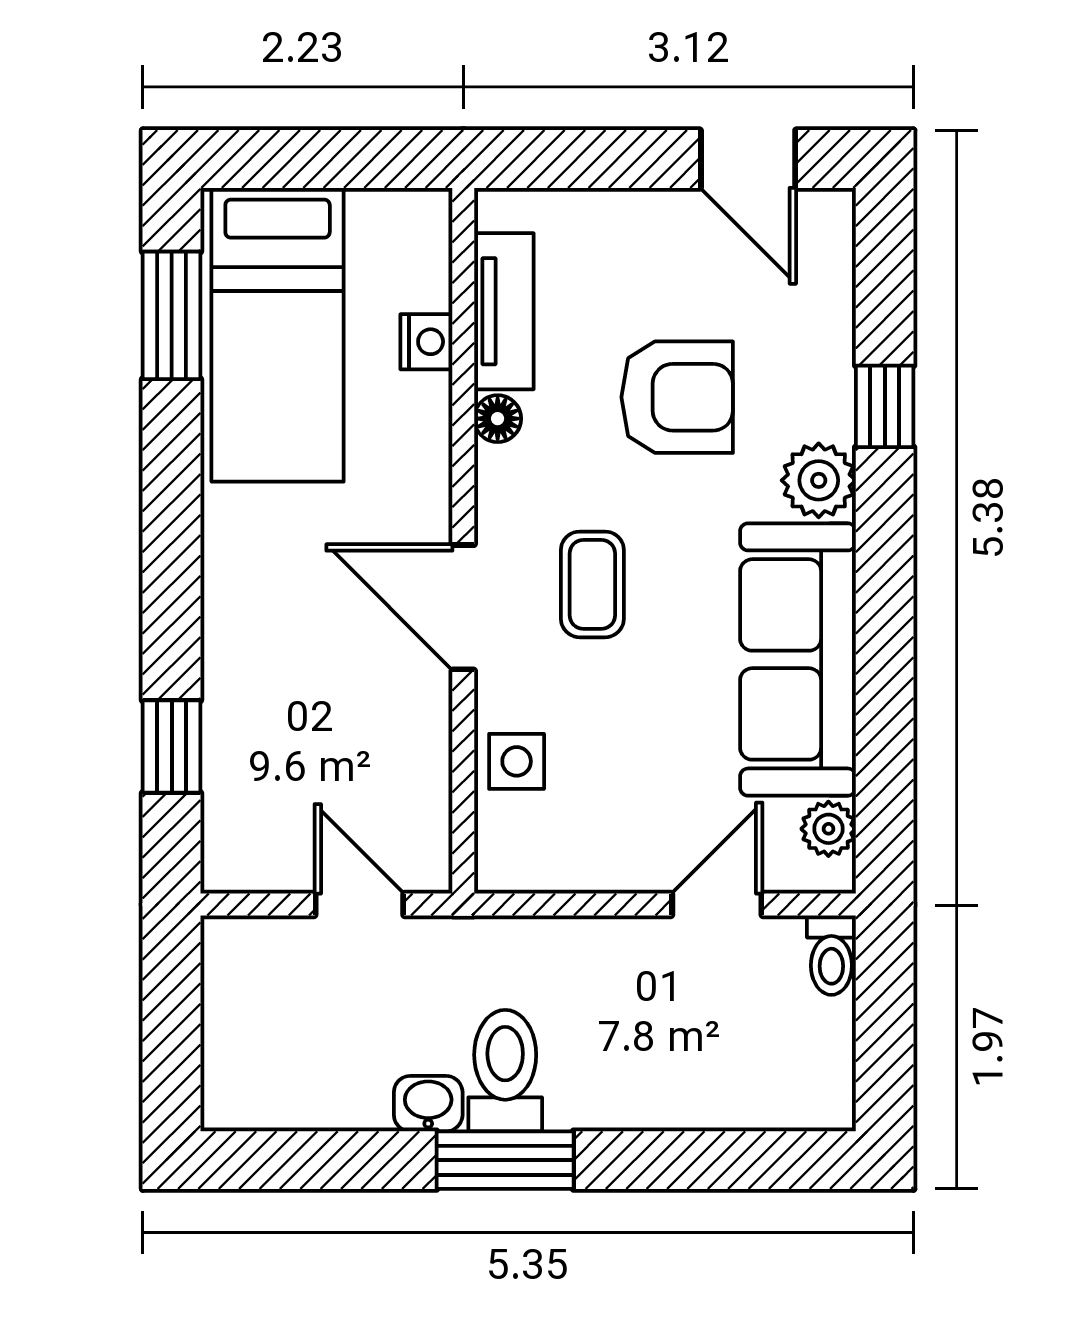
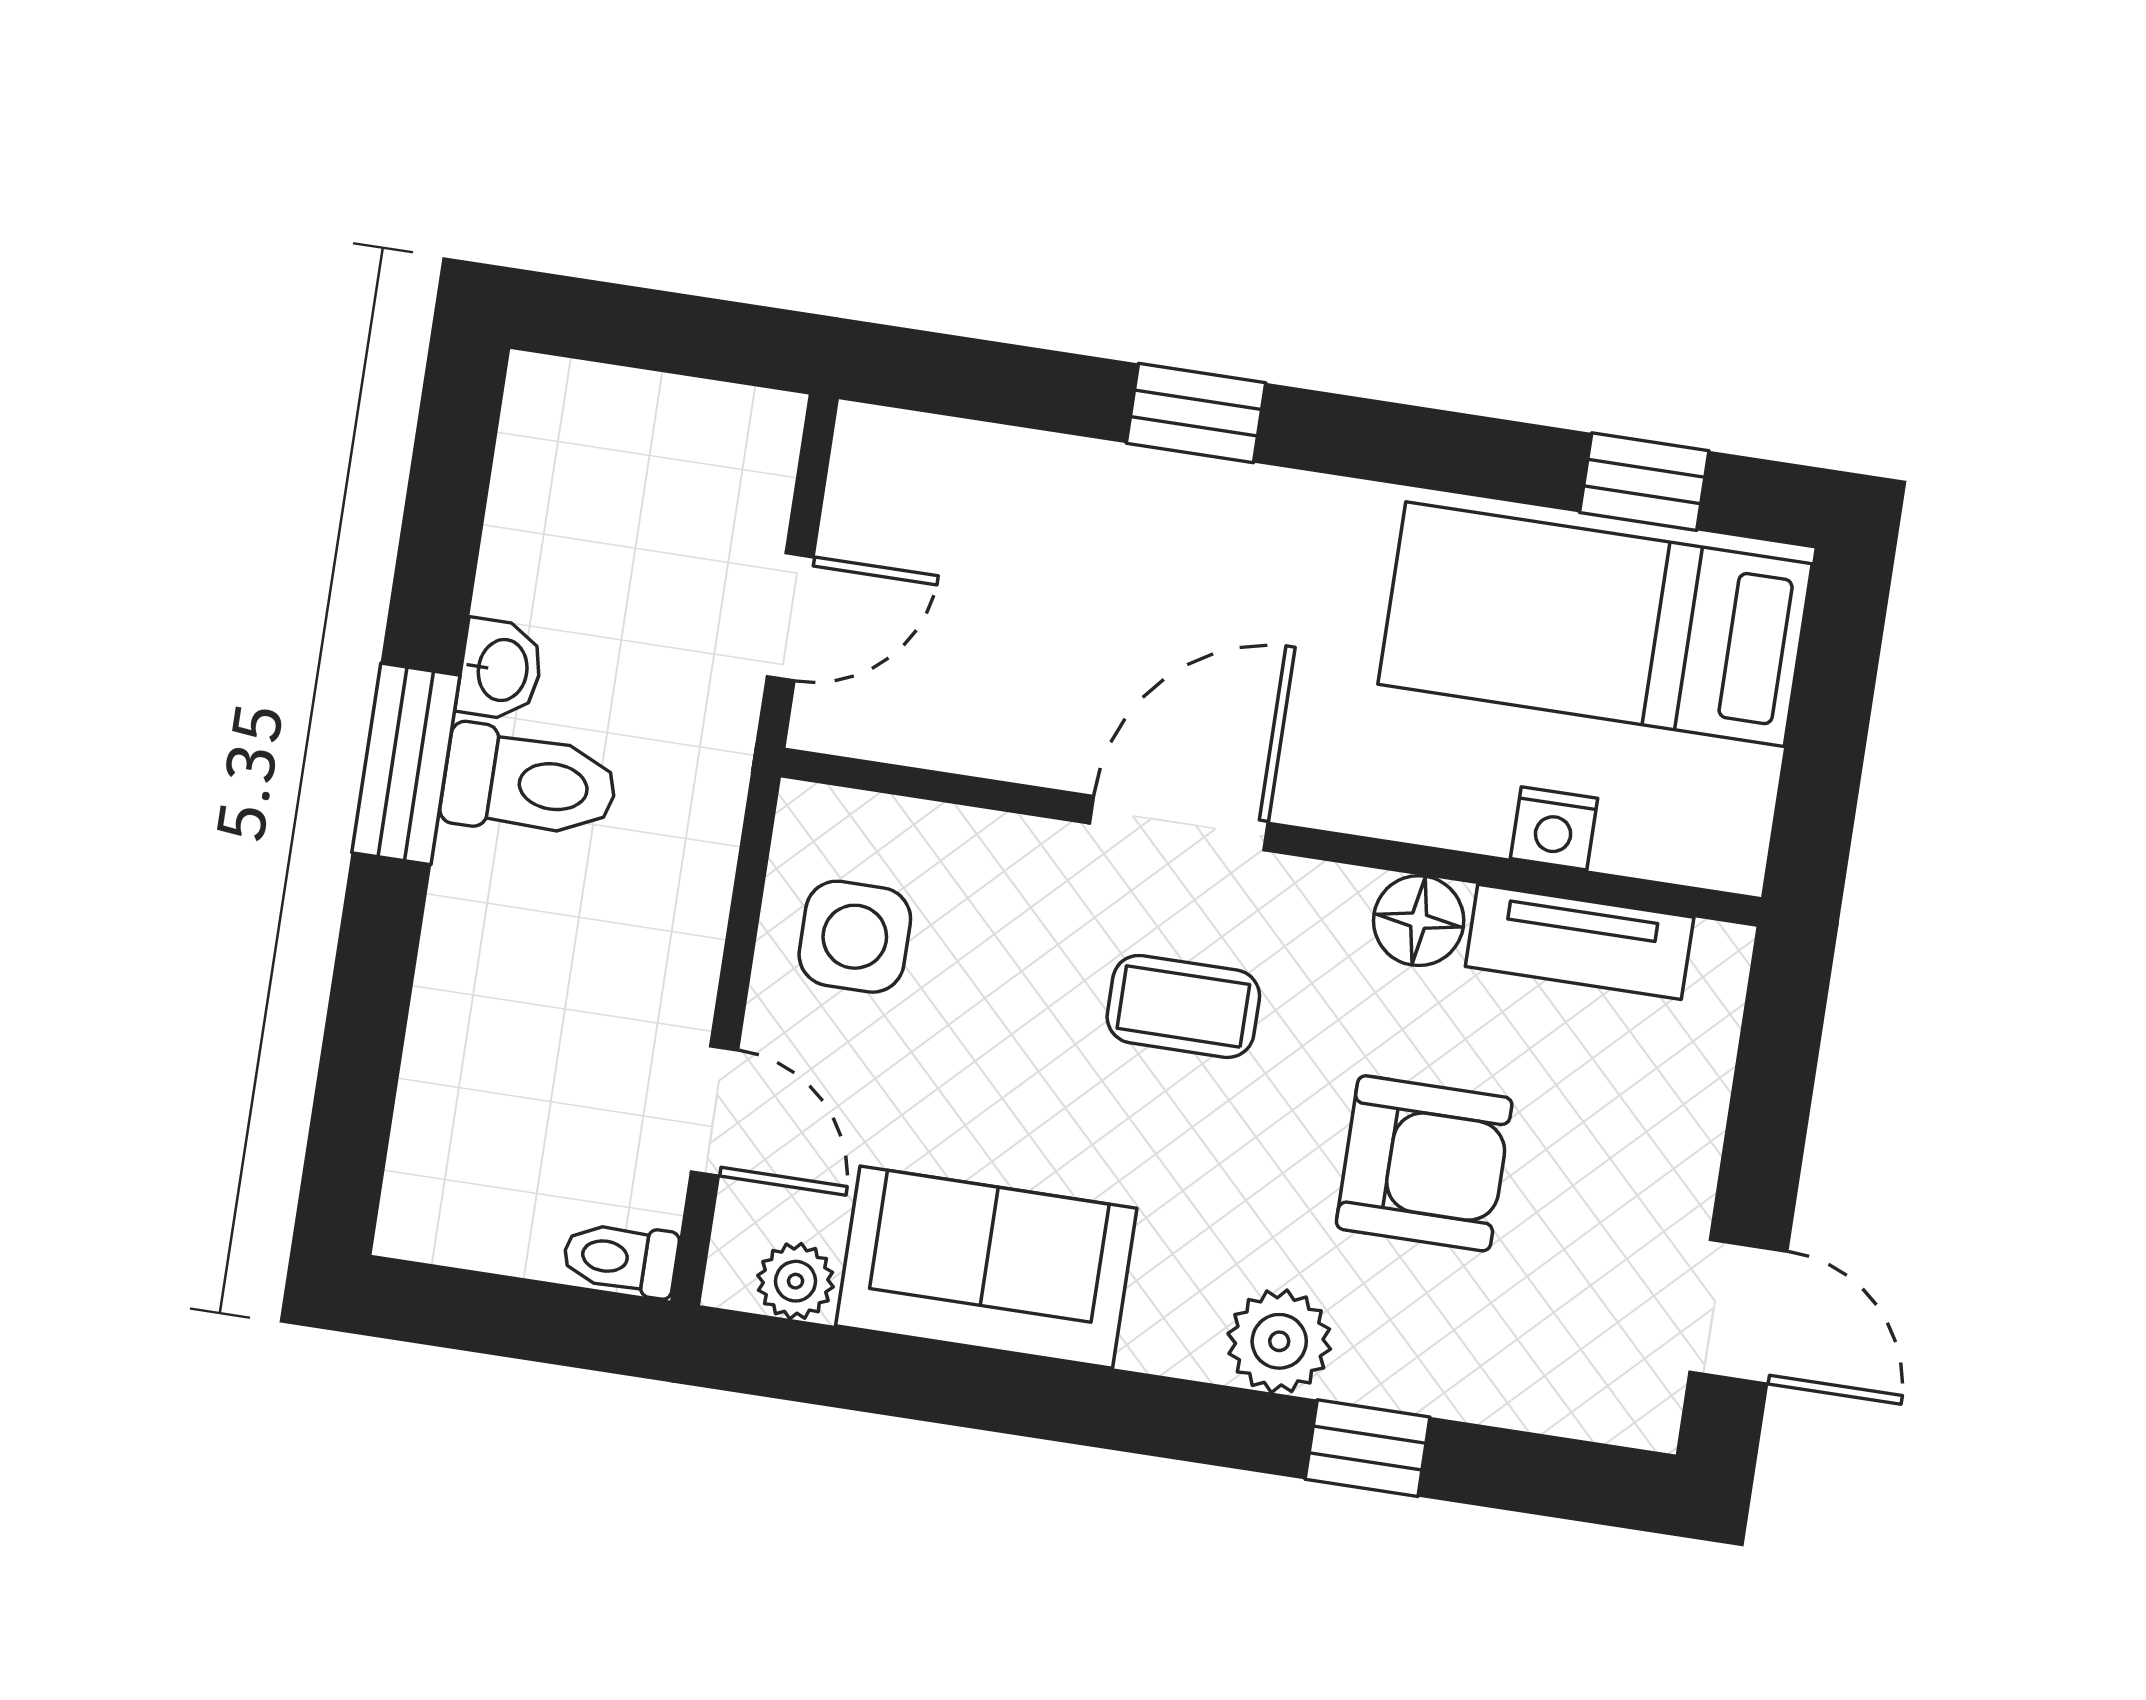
door: (748, 159) -> (1738, 1312), swing flipped
window: (172, 315) -> (1644, 482), width x0.67
armchair: (677, 397) -> (1424, 1163), turned -90
floor lamp: (498, 419) -> (1419, 921), width x1.37, depth x1.37
sofa: (798, 659) -> (986, 1267), width x0.73
window: (172, 747) -> (1196, 413), moved
side table: (517, 761) -> (855, 937), moved, width x1.37, depth x1.37

